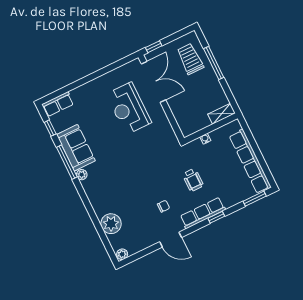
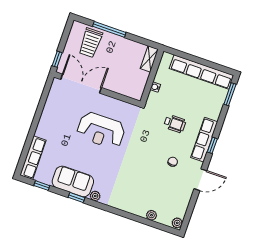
trolley: (190, 59) -> (90, 43), turned -90
row of seats: (58, 104) -> (33, 158), width x1.48
reception desk: (129, 108) -> (101, 130), moved
window: (67, 162) -> (76, 198), width x0.46
window: (216, 217) -> (212, 145), moved
plant: (111, 224) -> (152, 215), width x0.53, depth x0.53

